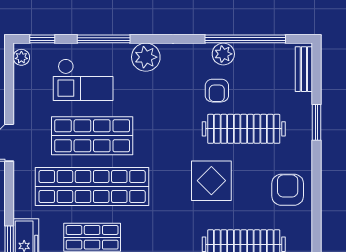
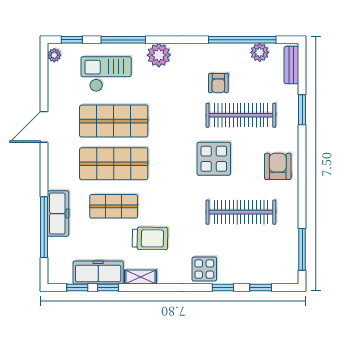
plant: (223, 54) -> (260, 52), moved
checkout: (83, 80) -> (106, 74), turned 180
shop shelf: (92, 187) -> (114, 164), width x0.71

